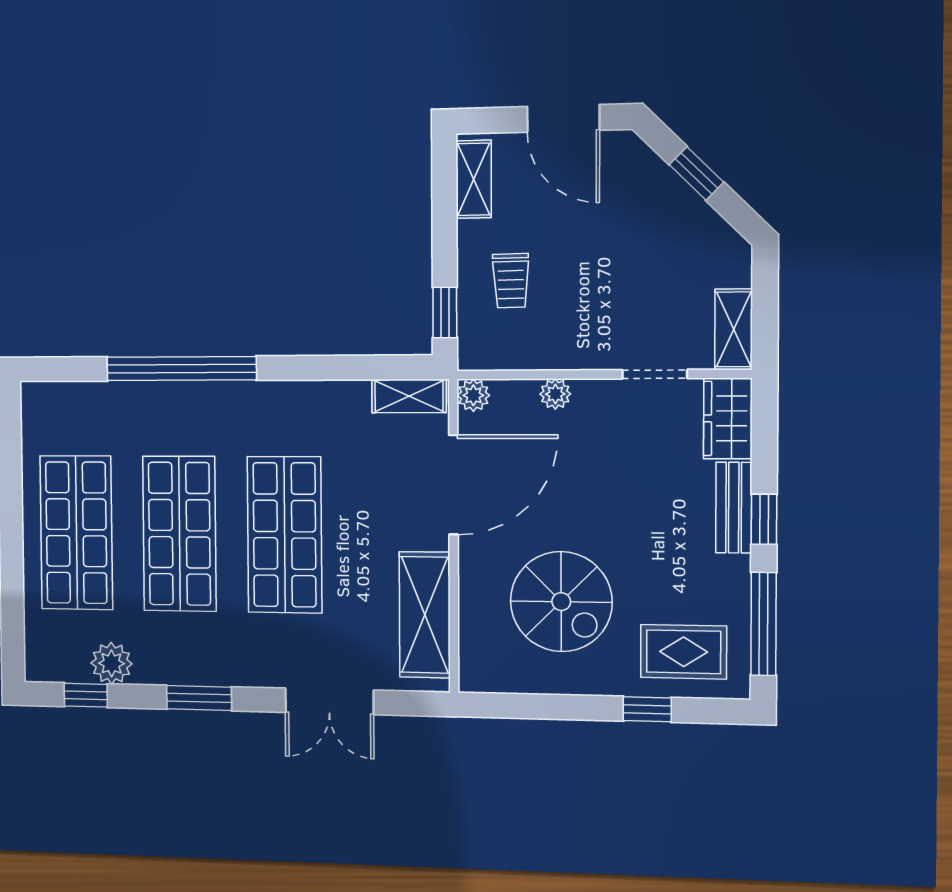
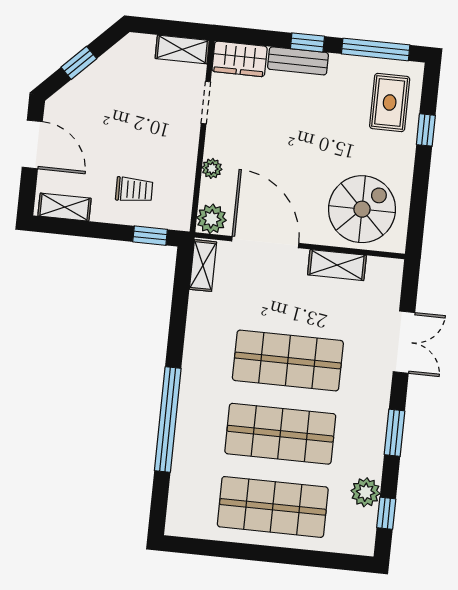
door: (563, 118) -> (32, 144), hinge flipped
plant: (473, 395) -> (212, 219), width x1.38, depth x1.38
spiral stairs: (561, 602) -> (362, 209), moved
shelving: (425, 615) -> (337, 265), width x0.67, depth x0.75

